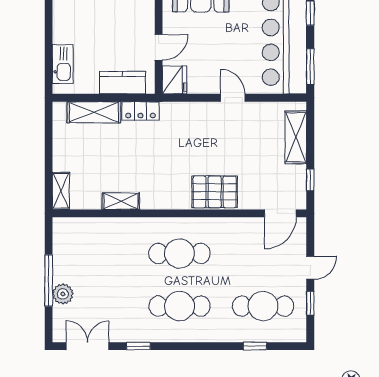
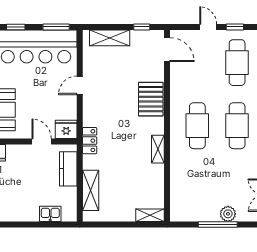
kitchen sink: (63, 64) -> (50, 214), width x0.73
locker: (140, 111) -> (90, 141), moved
shelving: (121, 201) -> (158, 149), moved

